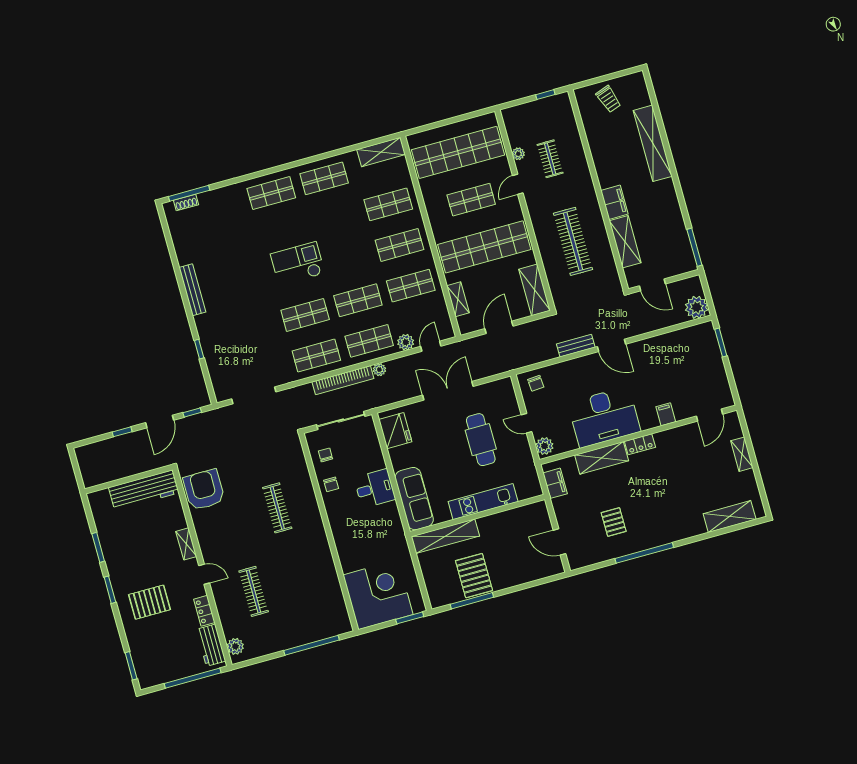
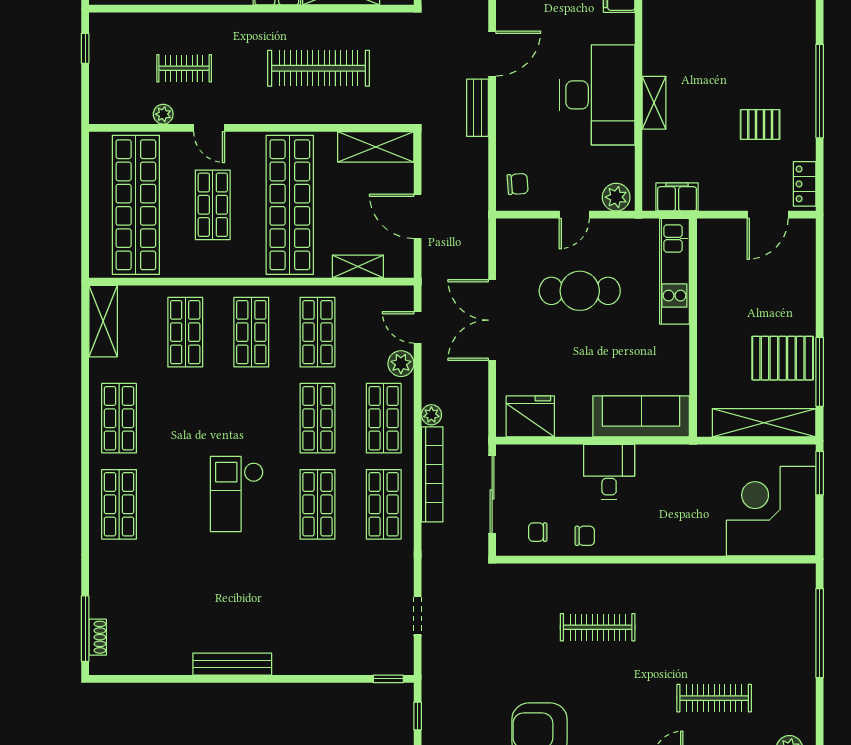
window: (199, 349) -> (388, 679), moved
doorway: (254, 395) -> (418, 616), width x0.53
locker: (640, 444) -> (805, 184), moved, turned 180
shelving: (602, 458) -> (654, 103), width x0.67, depth x0.75
kitchen unit: (483, 502) -> (674, 271), moved
shelving: (445, 536) -> (764, 423), moved, turned 90

